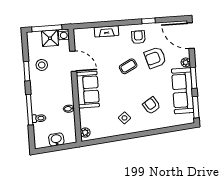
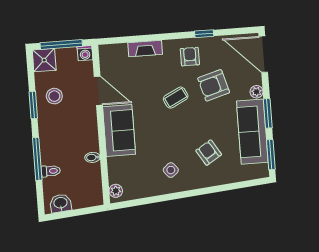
shower: (50, 38) -> (44, 60), moved
washbasin: (56, 140) -> (61, 203), moved

